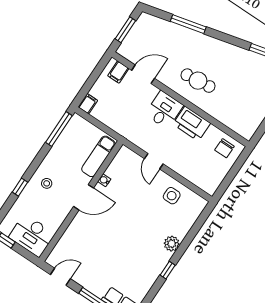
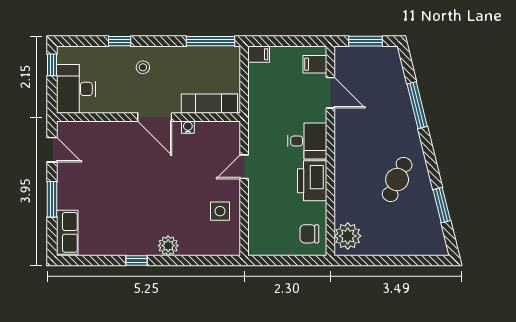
cafe table: (198, 81) -> (397, 179), moved, turned 31
plant: (242, 125) -> (348, 236), added

